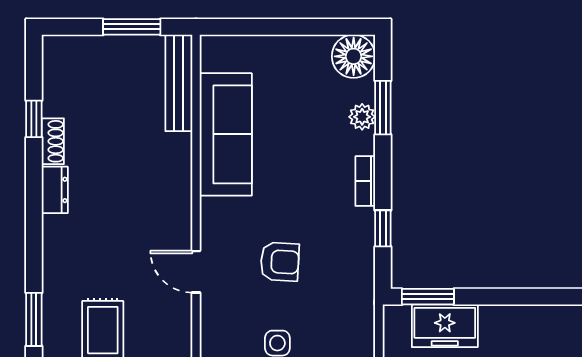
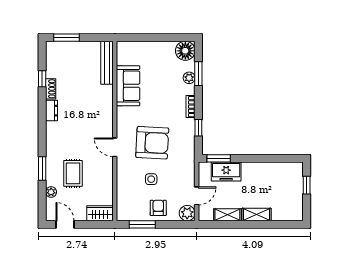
window: (132, 27) -> (66, 38), moved
sofa: (226, 134) -> (128, 86), width x0.73
armchair: (280, 262) -> (152, 143), width x1.88, depth x1.88

